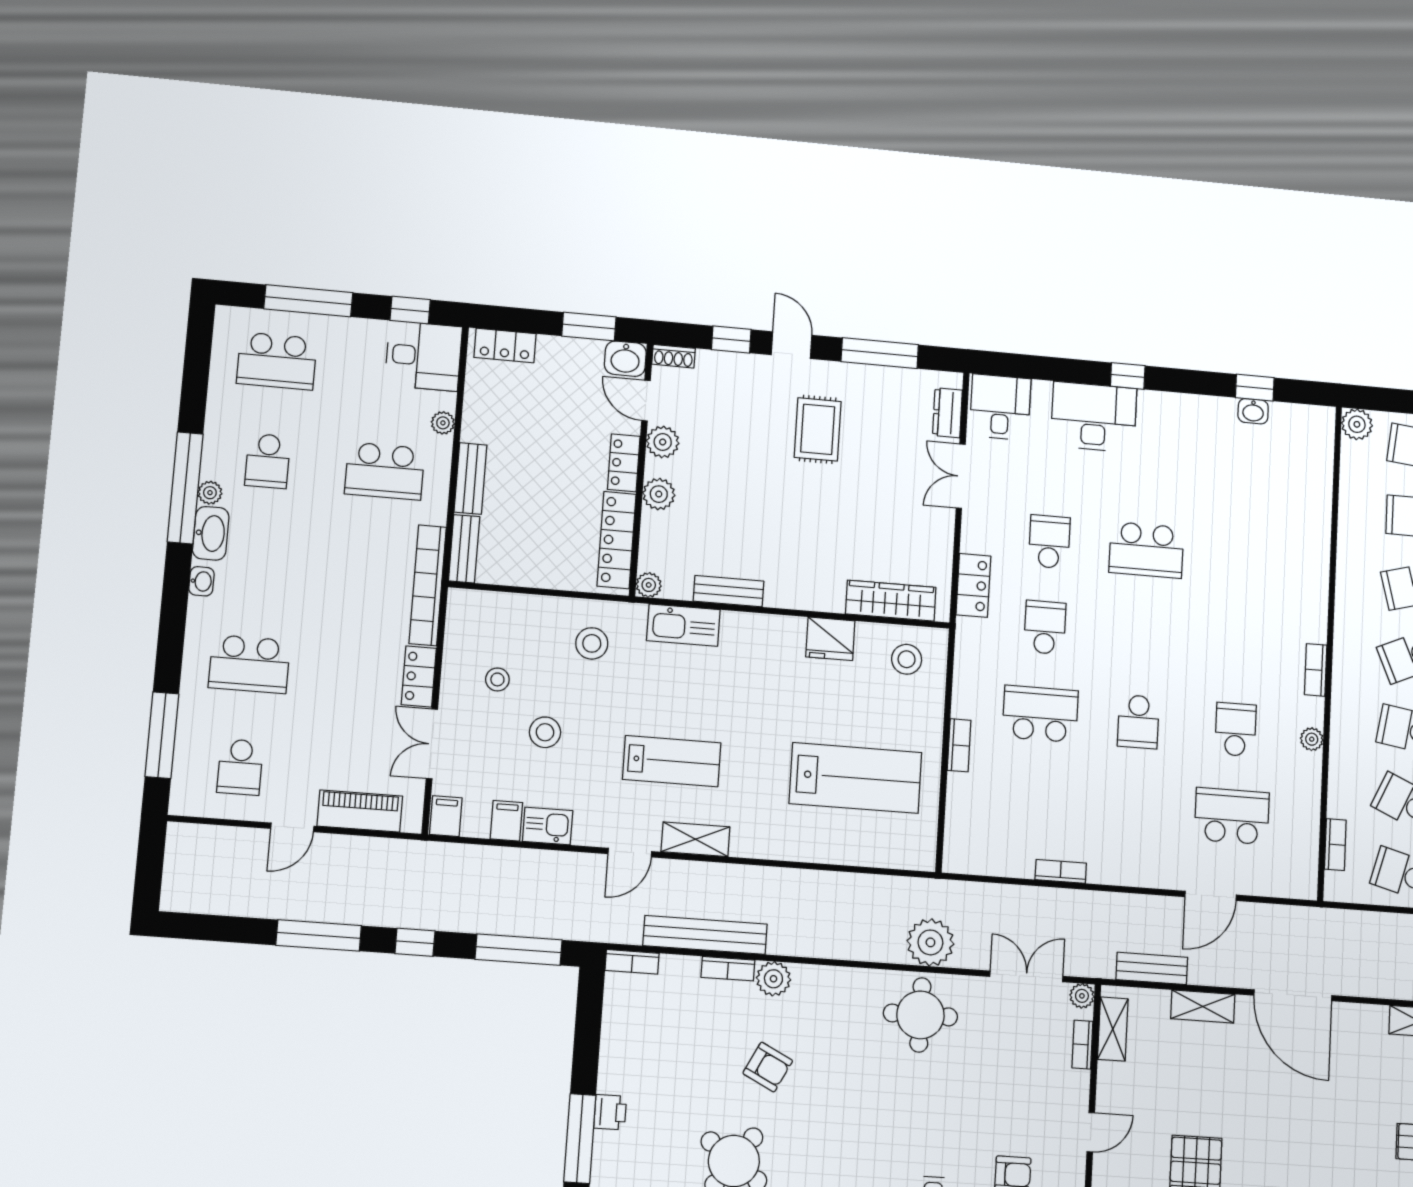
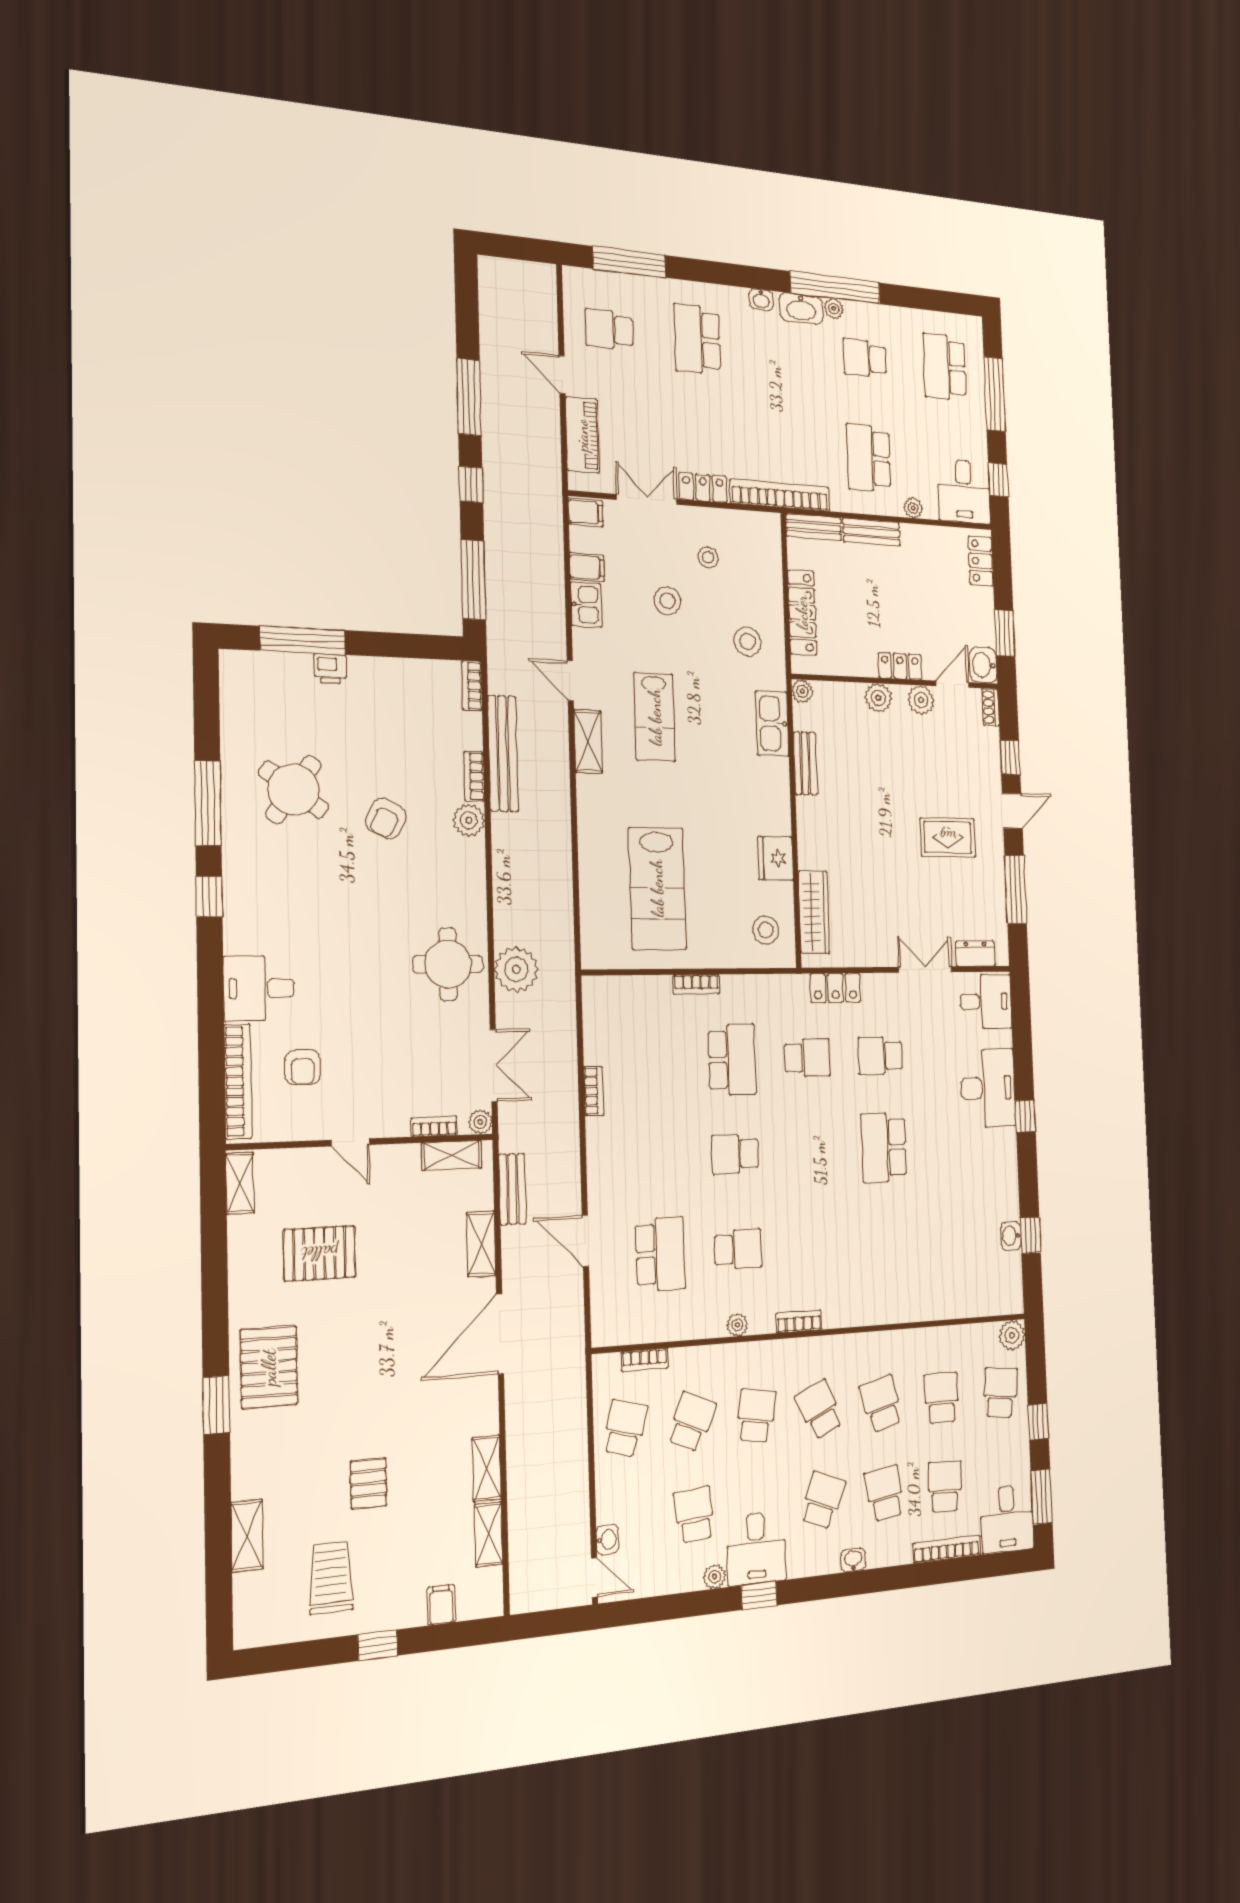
locker: (617, 540) -> (802, 612), moved, turned 90
school desk: (1049, 542) -> (880, 1056), turned 180

